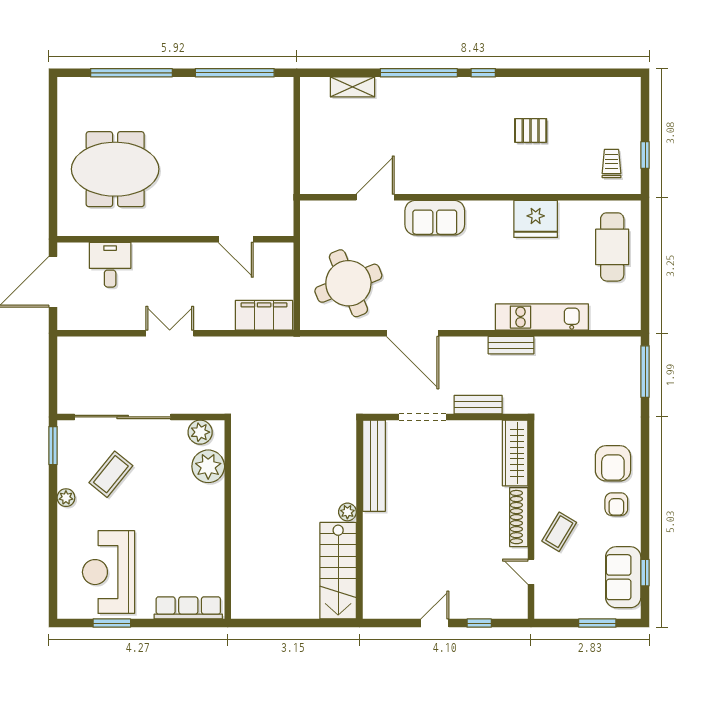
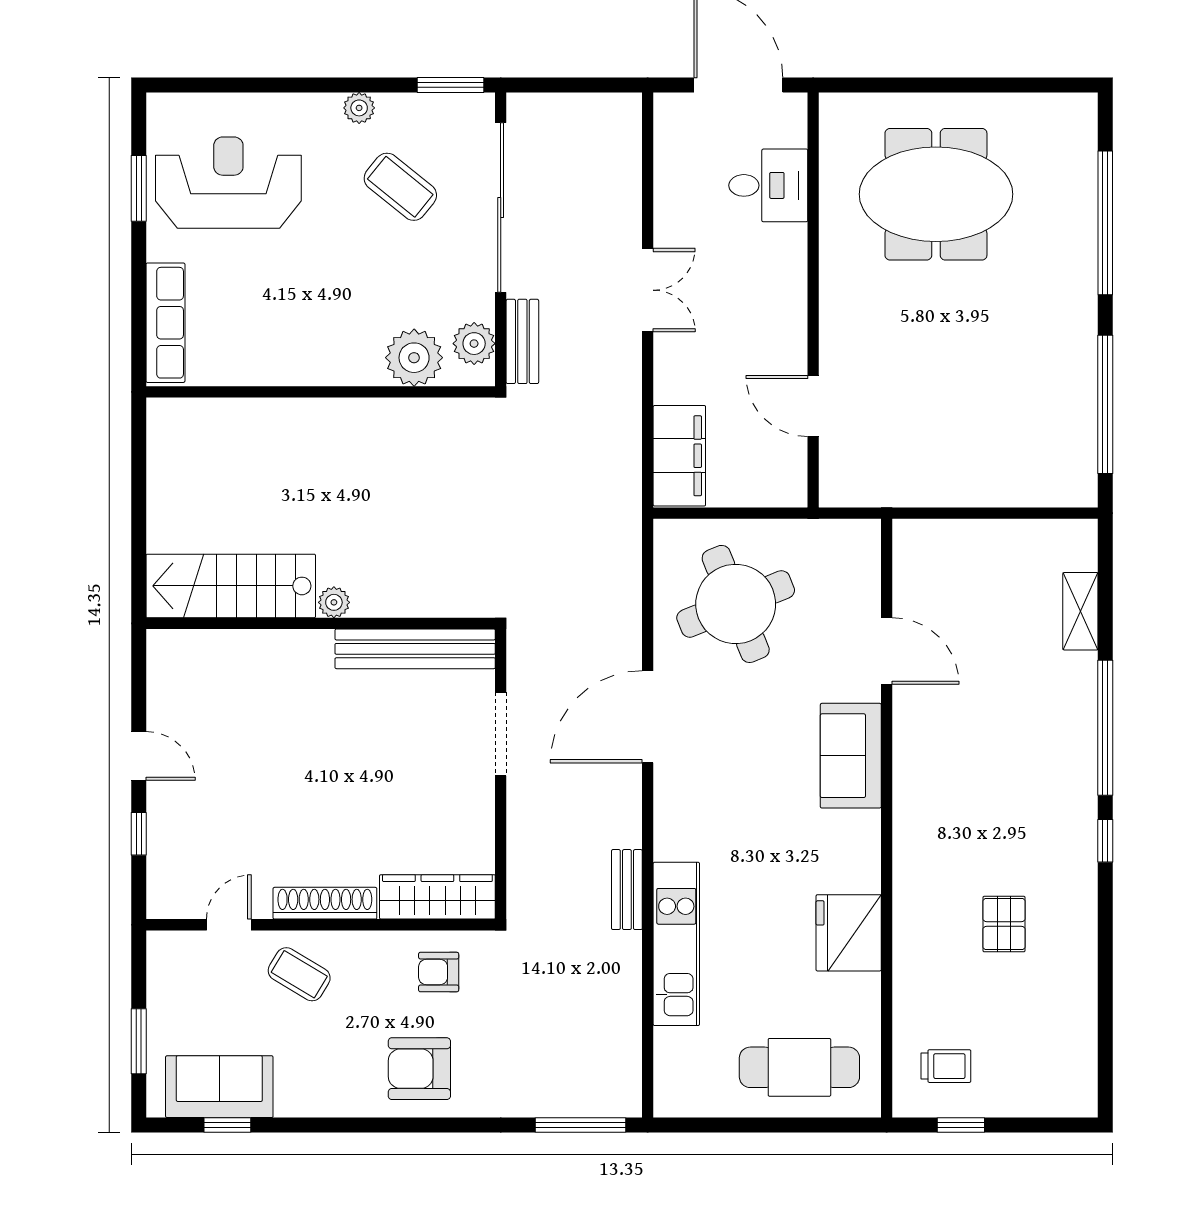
meeting table: (115, 169) -> (936, 194), turned 90
door: (236, 239) -> (813, 406), hinge flipped
bench: (478, 405) -> (522, 341), moved
armchair: (616, 504) -> (439, 972), moved

